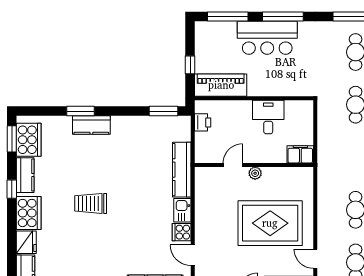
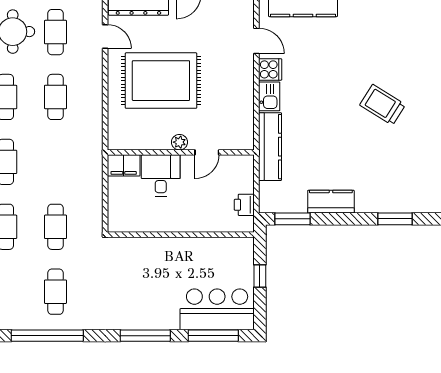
bar counter: (267, 38) -> (217, 309), moved
piano: (221, 85) -> (222, 251), removed
desk: (268, 117) -> (161, 175), moved, turned 180
kitchen counter: (91, 125) -> (331, 202), moved
trolley: (91, 203) -> (383, 105), turned -148

